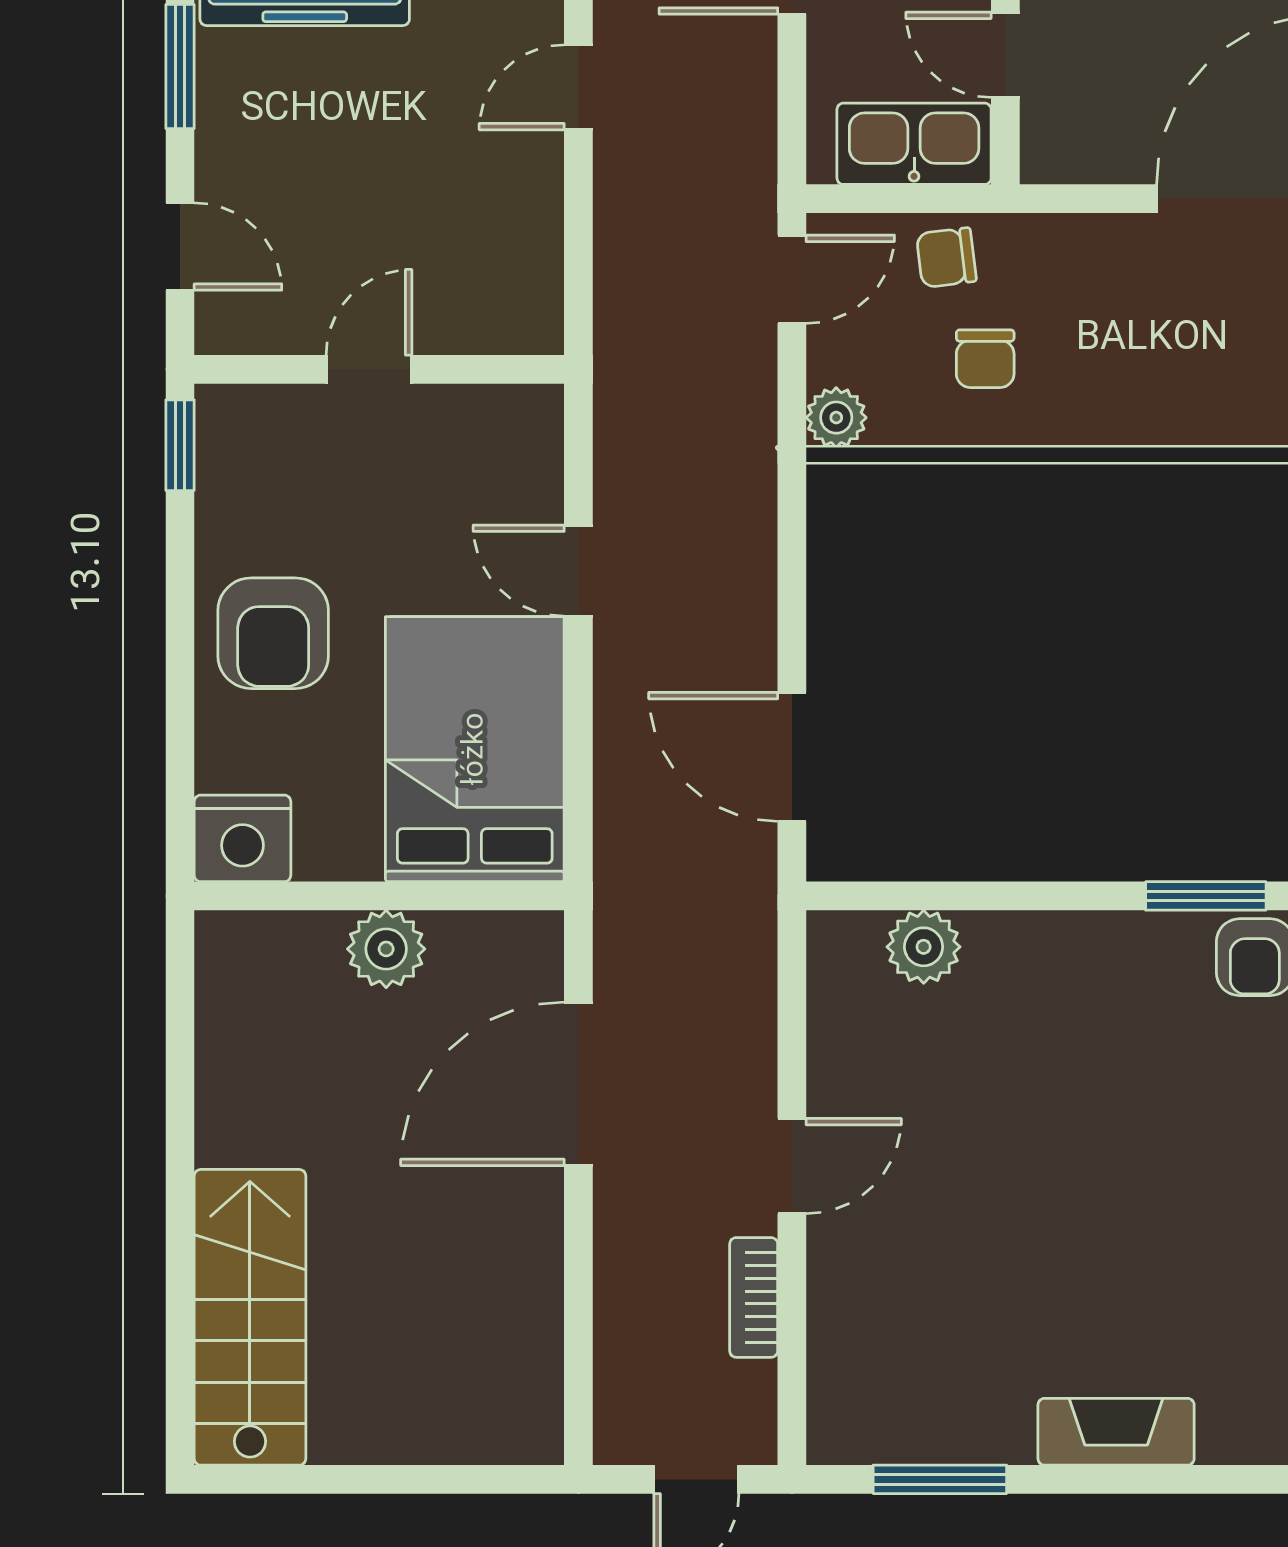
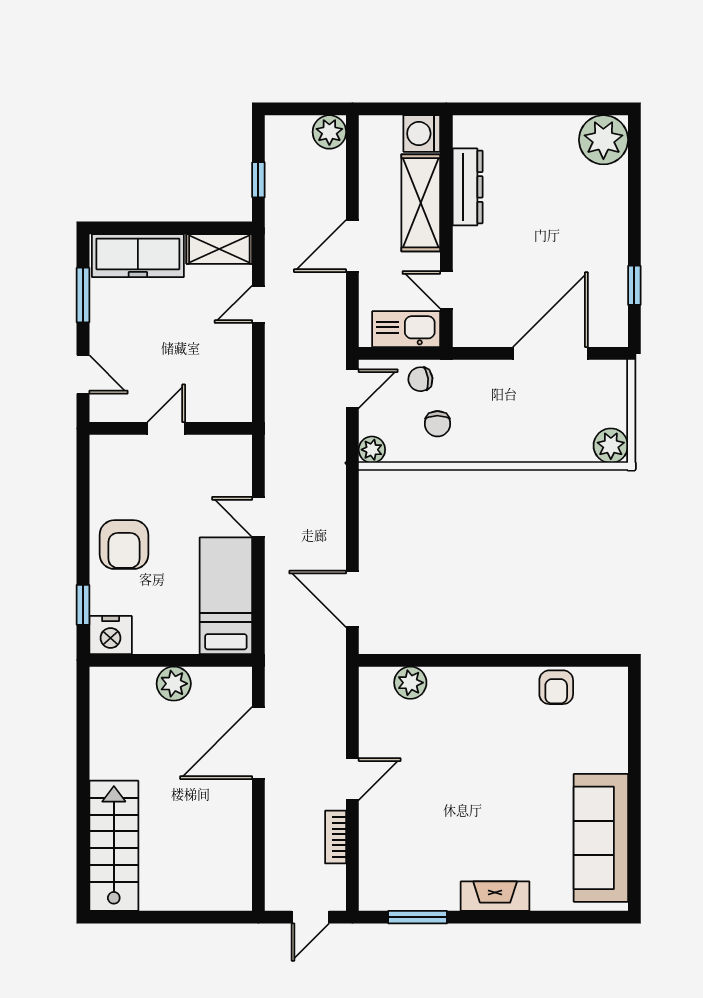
window: (180, 445) -> (83, 605), moved
bed: (475, 749) -> (226, 596), width x0.67
window: (1206, 896) -> (535, 660), removed

